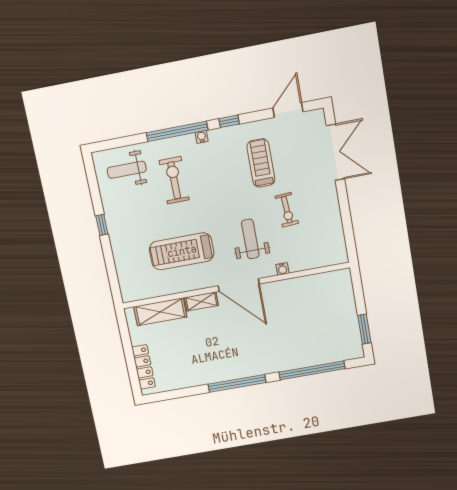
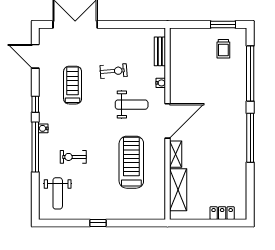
treadmill: (261, 163) -> (73, 85), turned 90
exercise bike: (174, 180) -> (73, 157), width x0.73, depth x0.72
weight bench: (250, 239) -> (132, 105), turned 180
treadmill: (182, 251) -> (131, 162), turned 180
bench: (320, 261) -> (160, 51), added
trolley: (336, 335) -> (223, 49), added
locker: (144, 367) -> (222, 213), width x0.66

